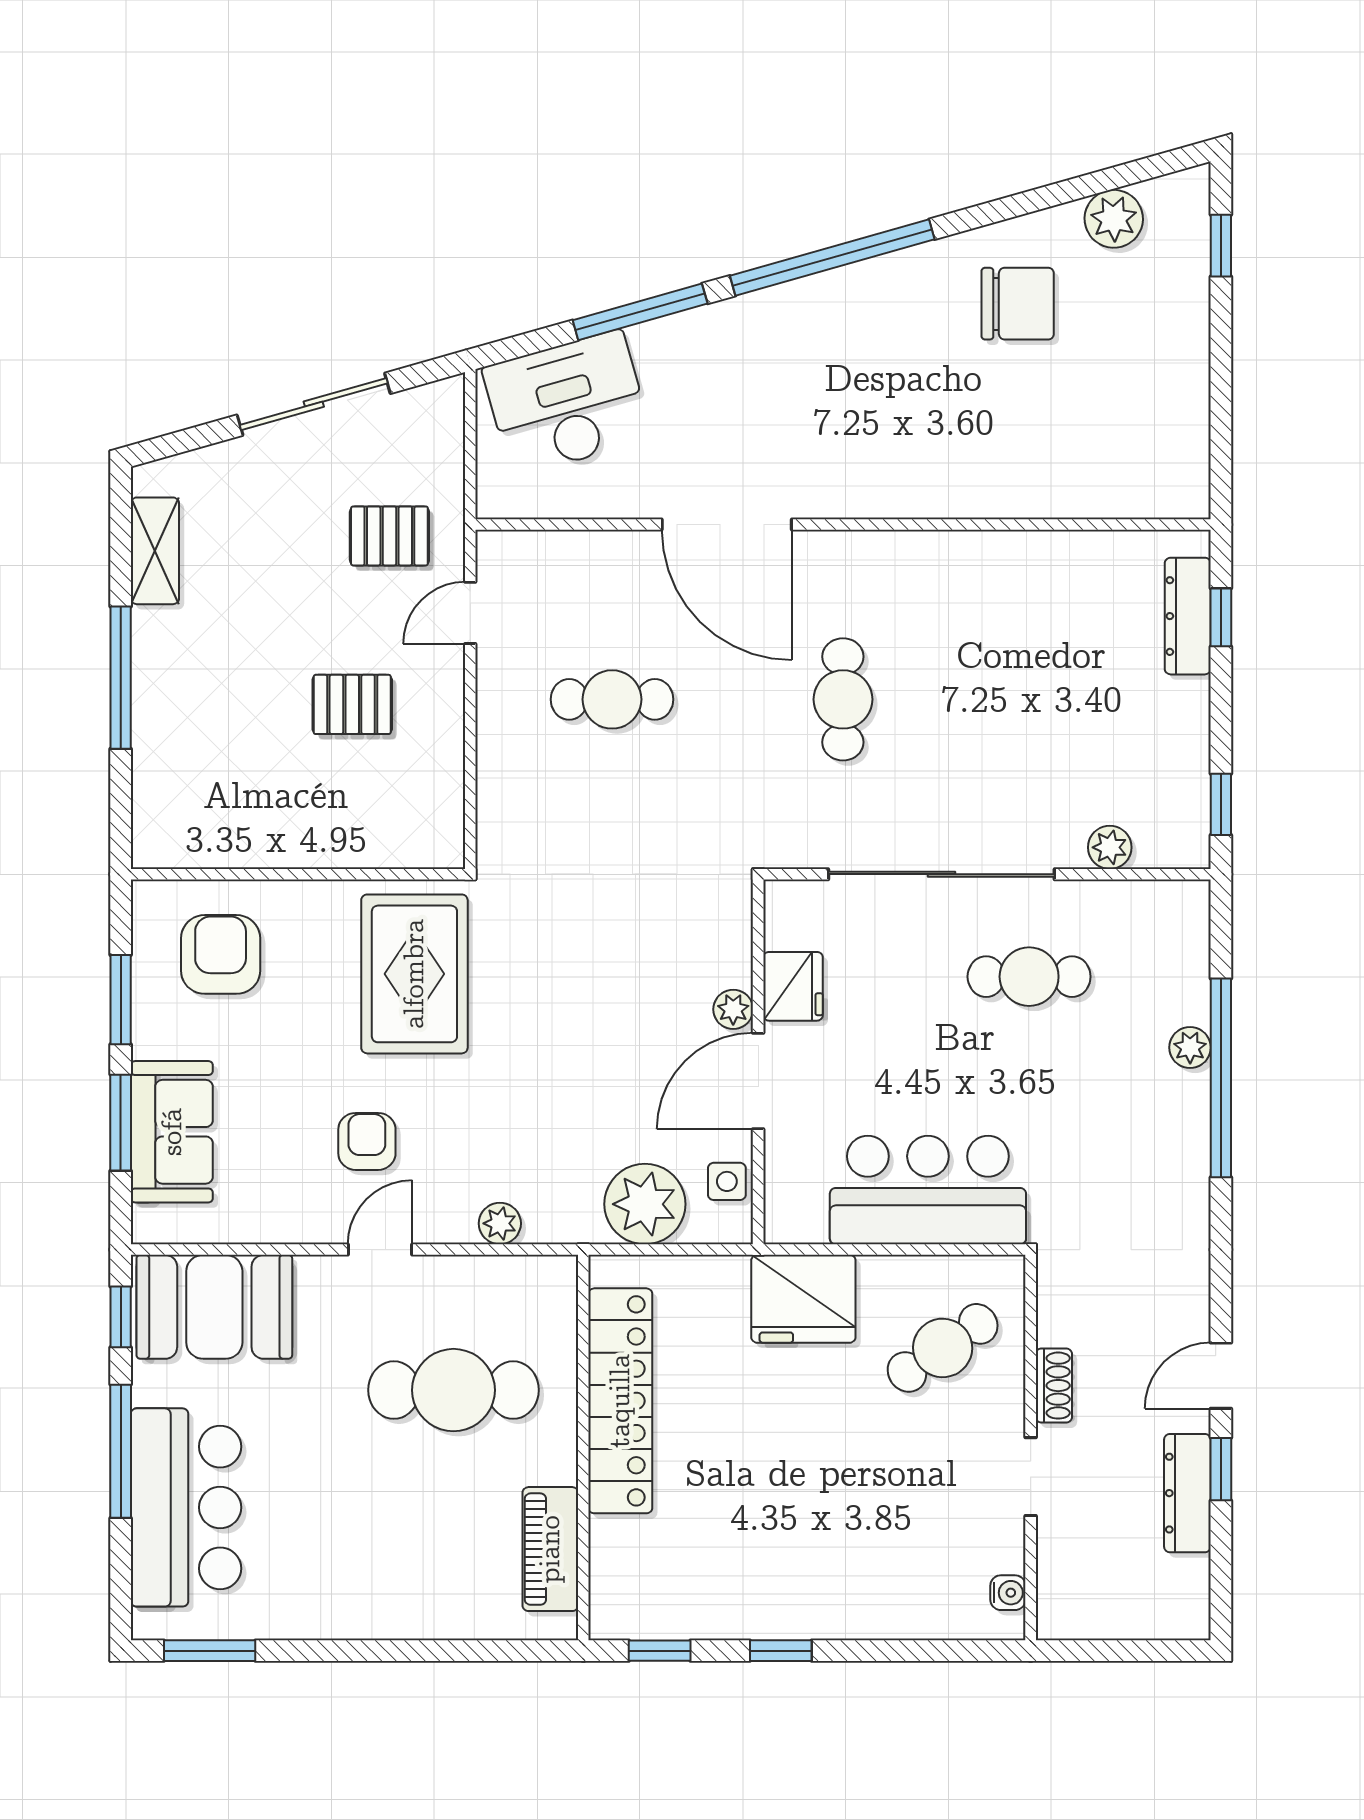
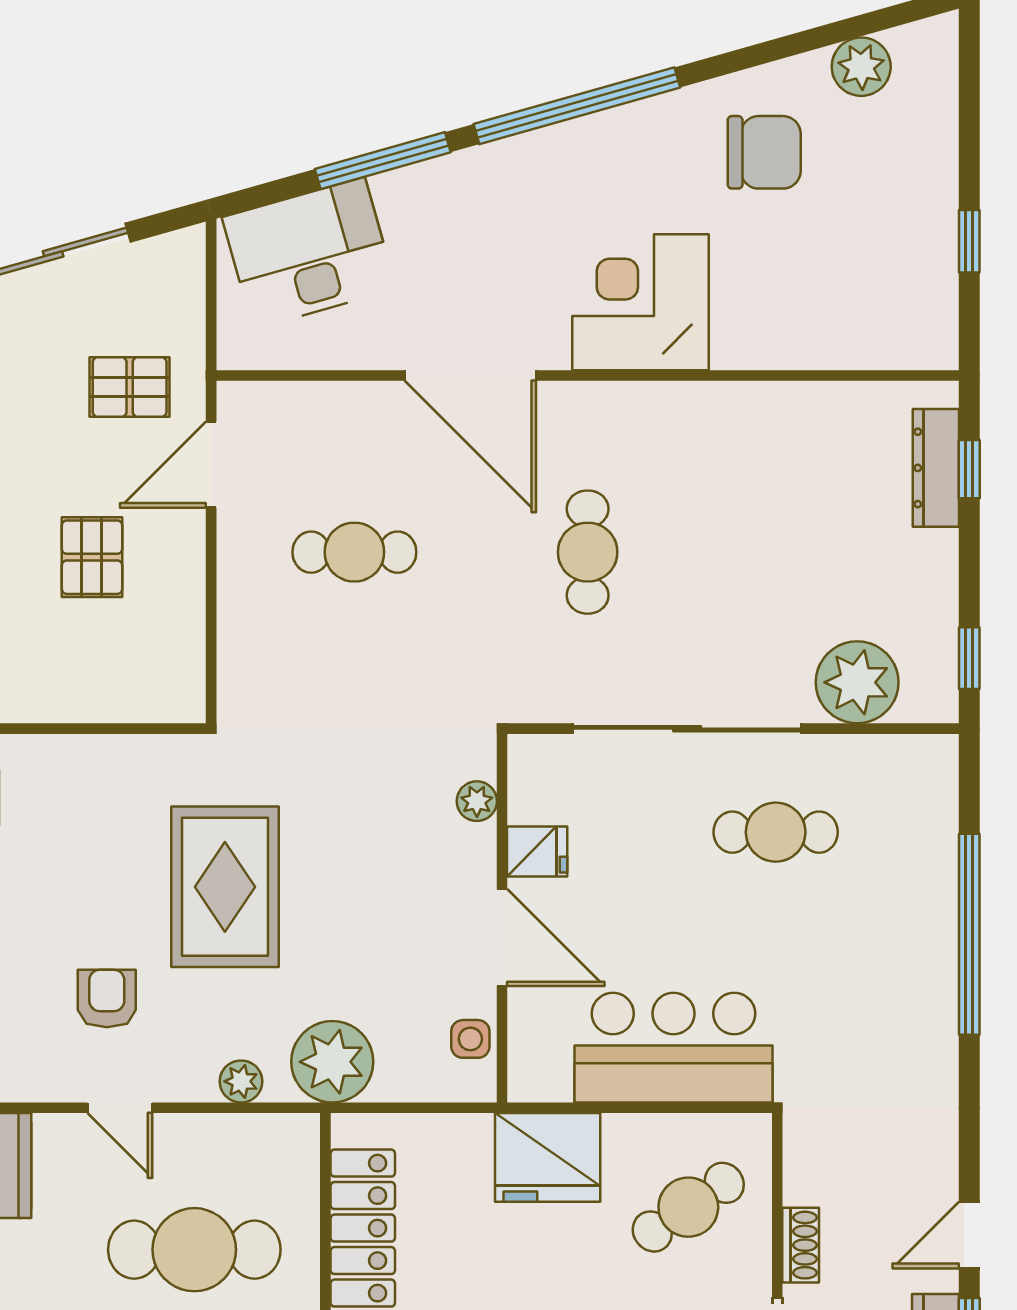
window: (1221, 246) -> (969, 241), moved
corner desk: (895, 452) -> (641, 302), added
door: (470, 613) -> (211, 465), width x1.38
pallet: (352, 704) -> (92, 557), turned 90
plant: (1110, 847) -> (857, 682), width x1.87, depth x1.87
rug: (414, 974) -> (225, 887), moved
fridge: (793, 986) -> (537, 852), width x0.72
plant: (733, 1009) -> (477, 801), moved
plant: (1190, 1047) -> (938, 904), removed
door: (758, 1081) -> (502, 938), swing flipped
plant: (645, 1204) -> (332, 1062), moved
door: (380, 1250) -> (120, 1108), swing flipped

